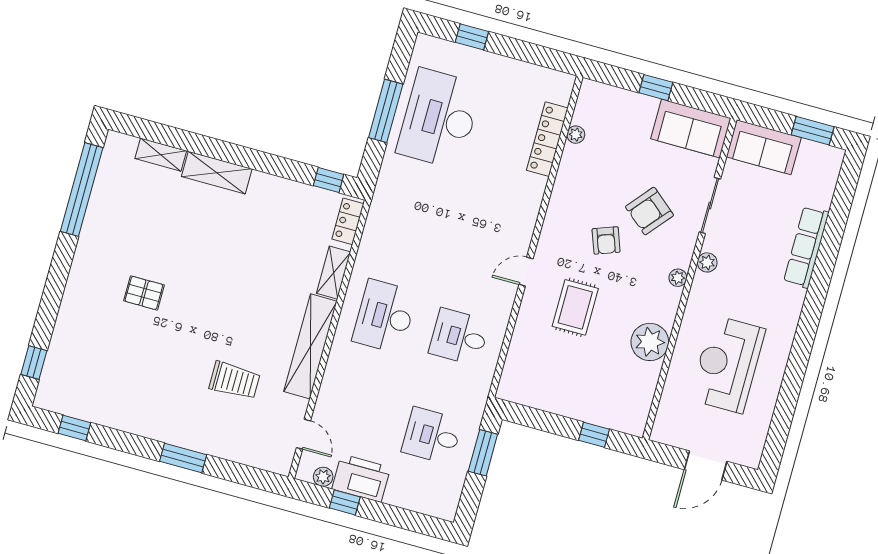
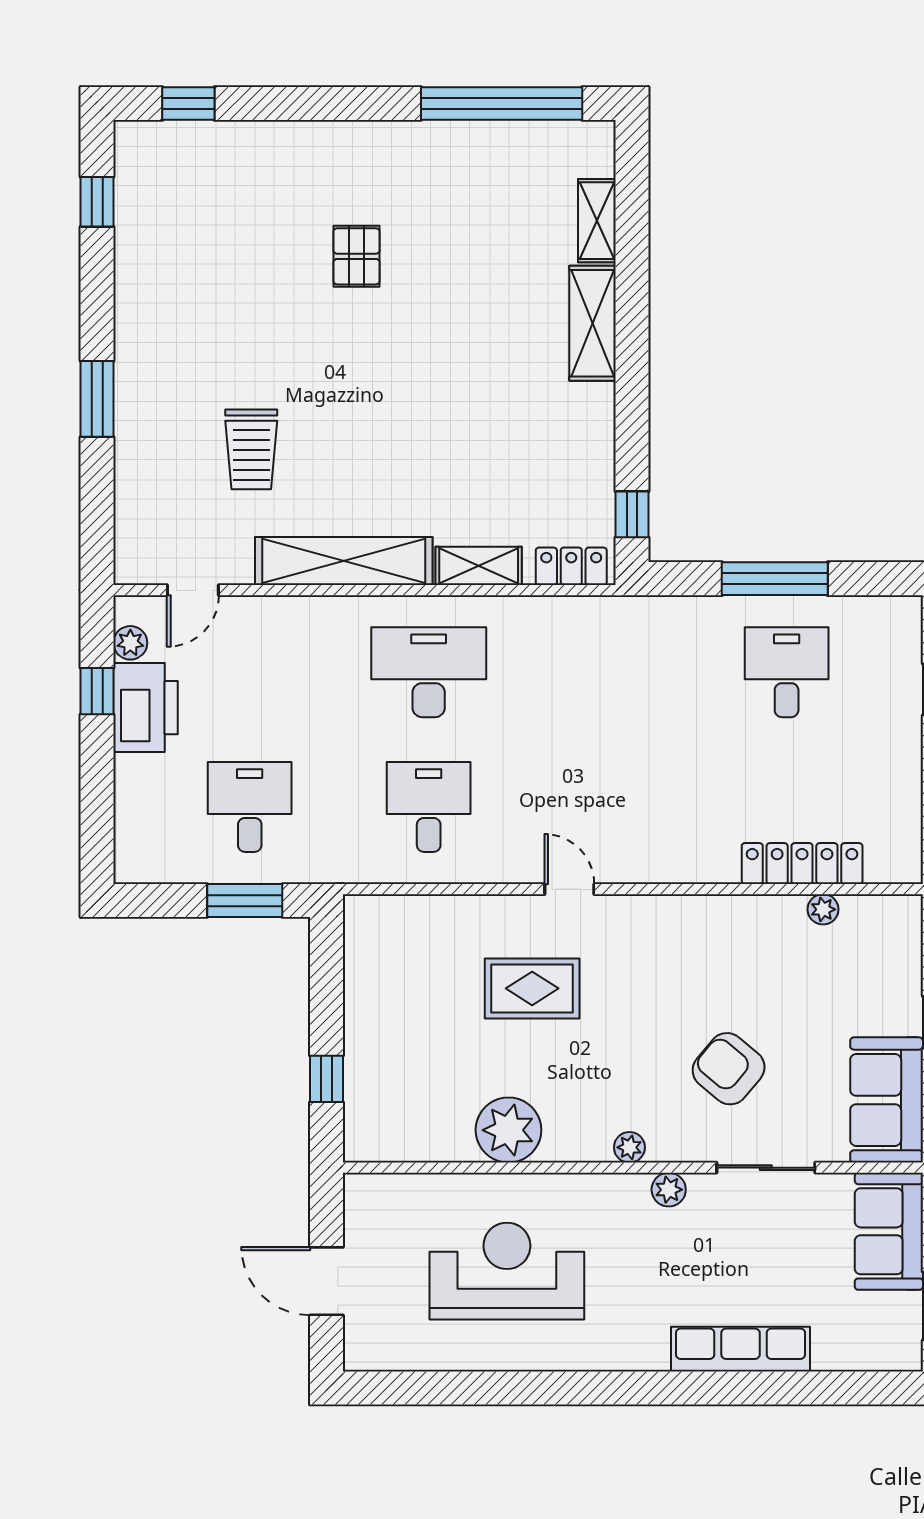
desk: (439, 119) -> (787, 672), width x0.53, depth x0.77
armchair: (606, 240) -> (659, 1009), removed

